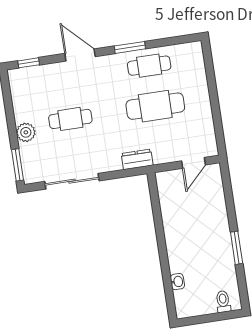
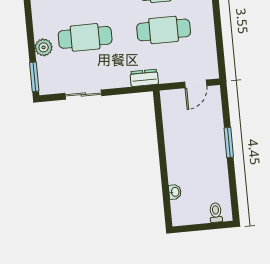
cafe table: (70, 119) -> (85, 37), width x1.37, depth x1.35
sliding door: (72, 181) -> (83, 95), width x0.73
window: (237, 248) -> (229, 142), moved

